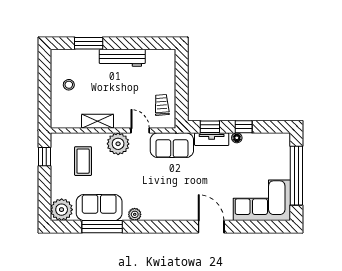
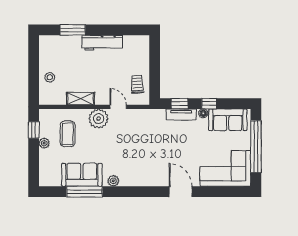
stool: (69, 85) -> (50, 77), moved
sofa: (172, 145) -> (228, 120), moved
plant: (62, 210) -> (44, 143), moved, width x0.53, depth x0.53

